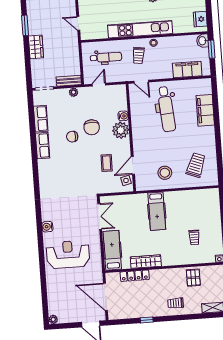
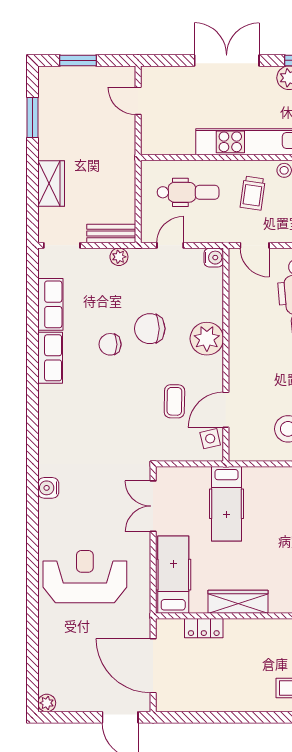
door: (78, 23) -> (138, 101), moved
wardrobe: (36, 47) -> (51, 184), moved
water cooler: (123, 116) -> (214, 258), moved
chair: (92, 127) -> (150, 329), turned 90
hospital bed: (157, 211) -> (226, 504), moved
double door: (100, 217) -> (153, 506), swing flipped
water cooler: (47, 227) -> (48, 488), moved
locker: (135, 276) -> (204, 628), width x0.66
window: (147, 320) -> (231, 717), removed

